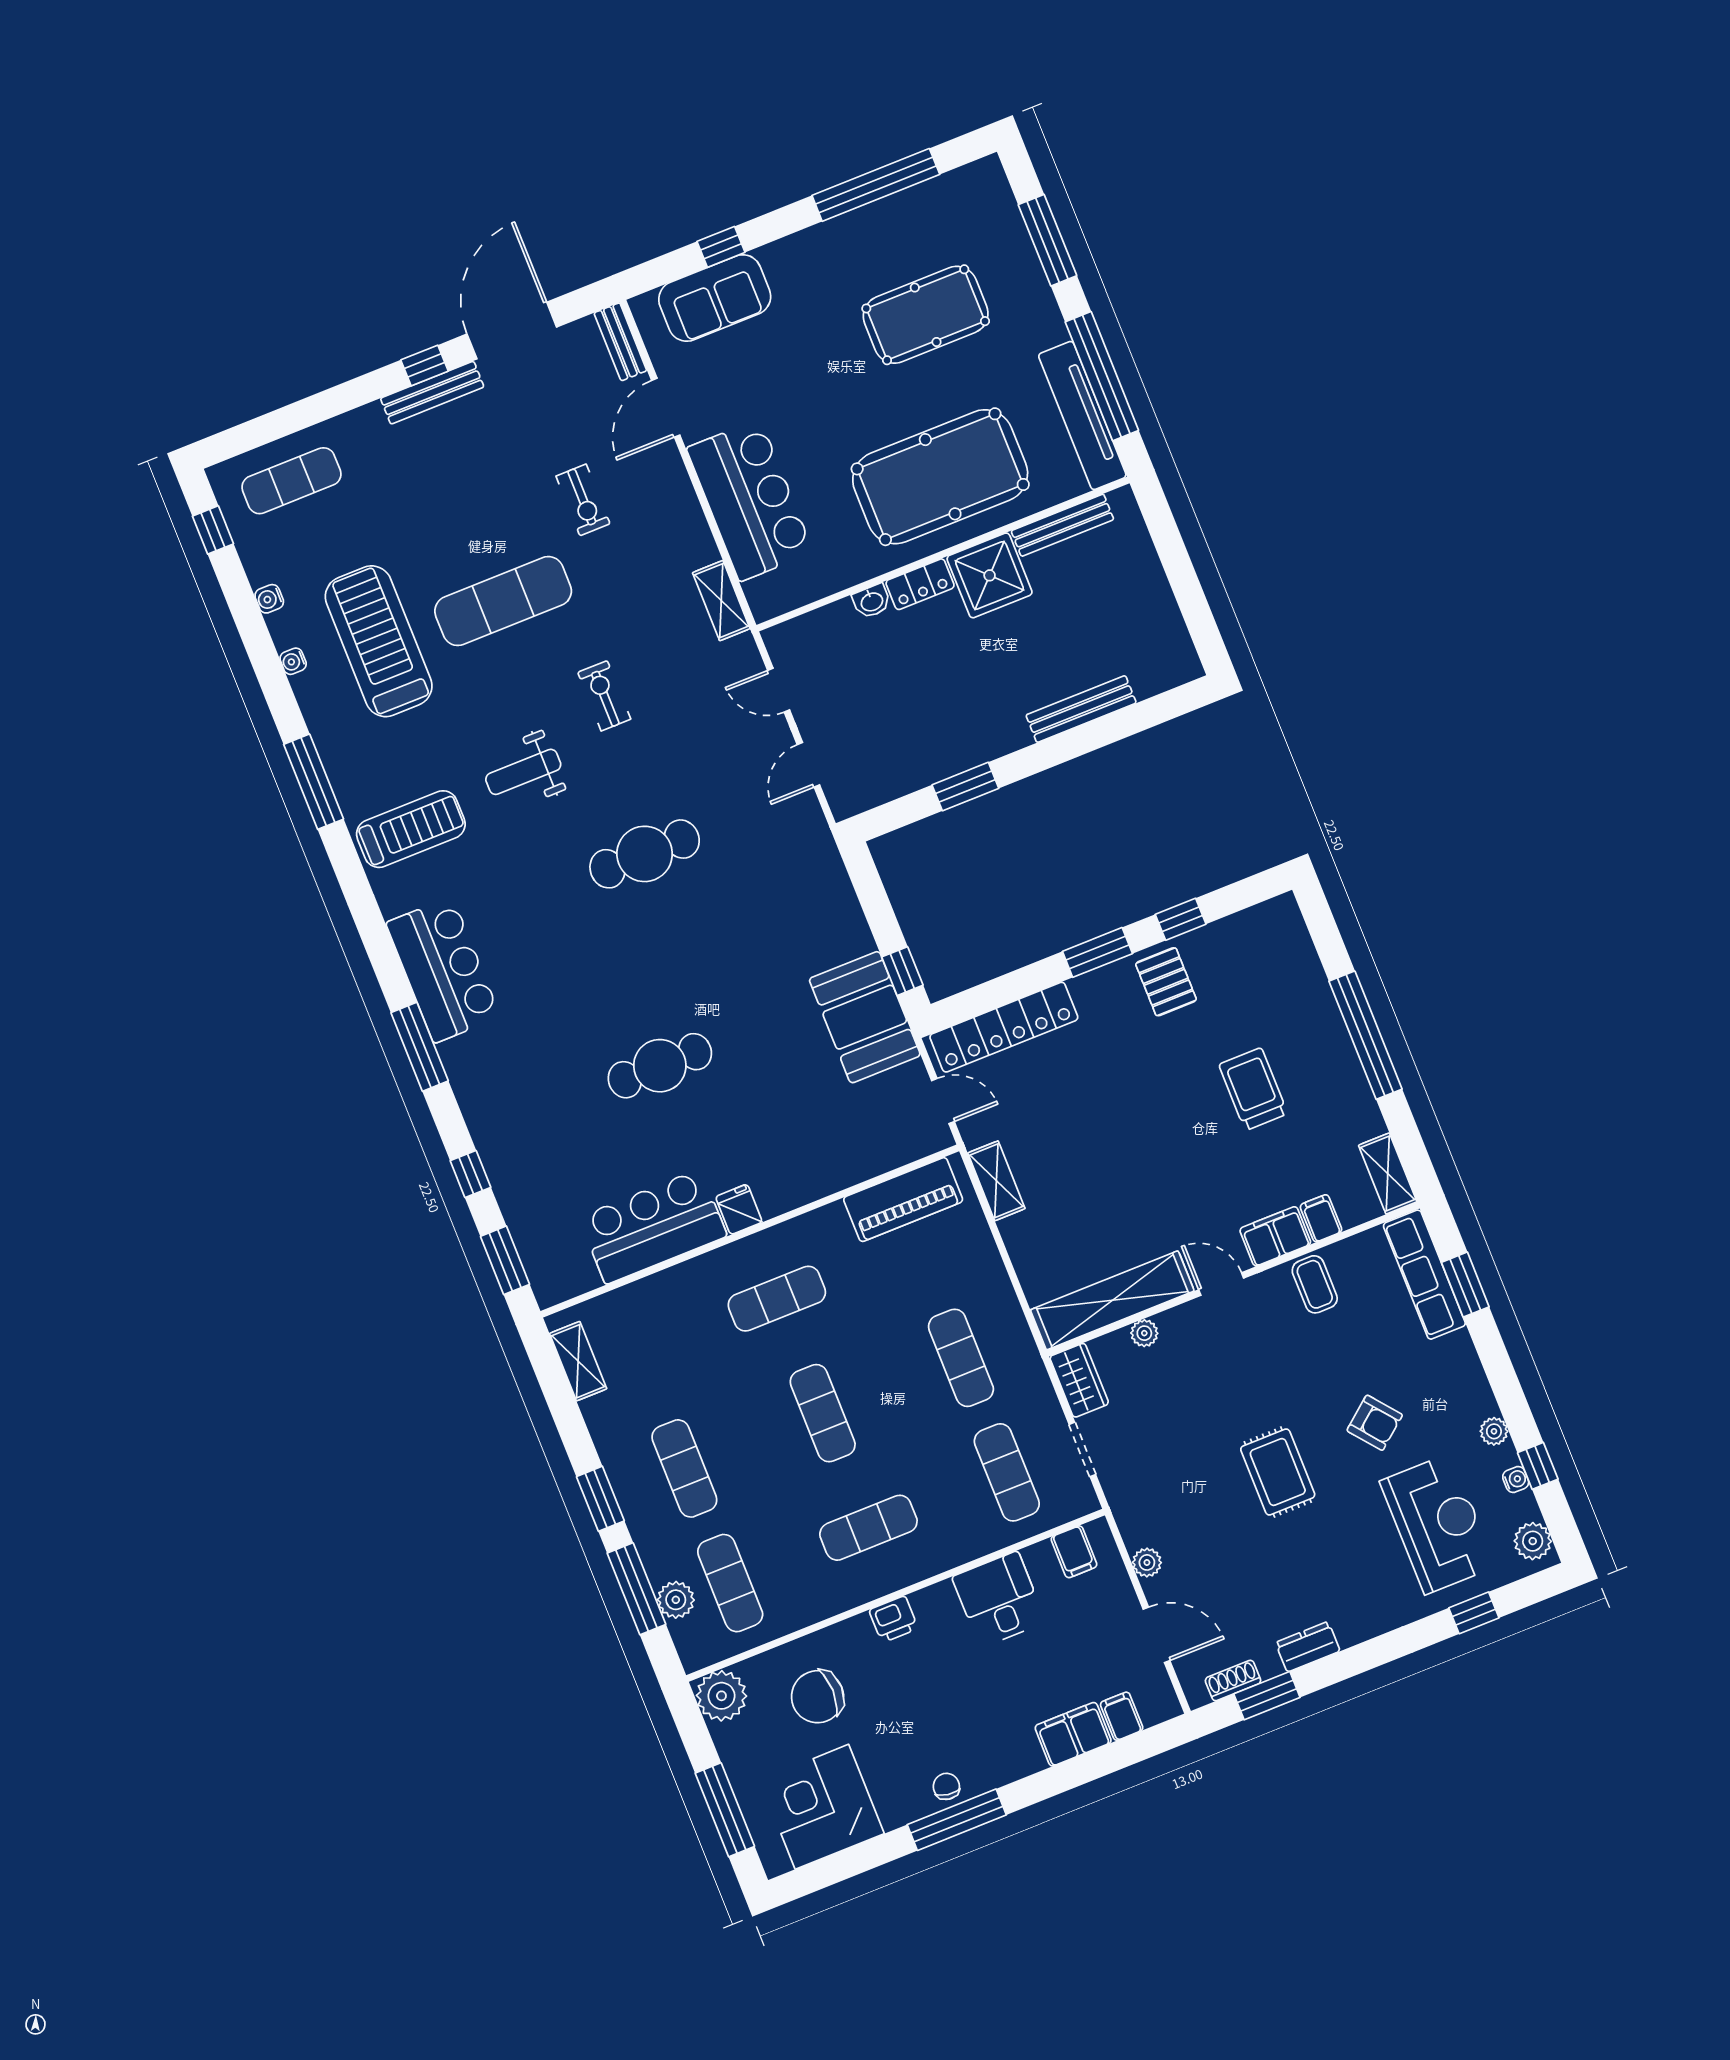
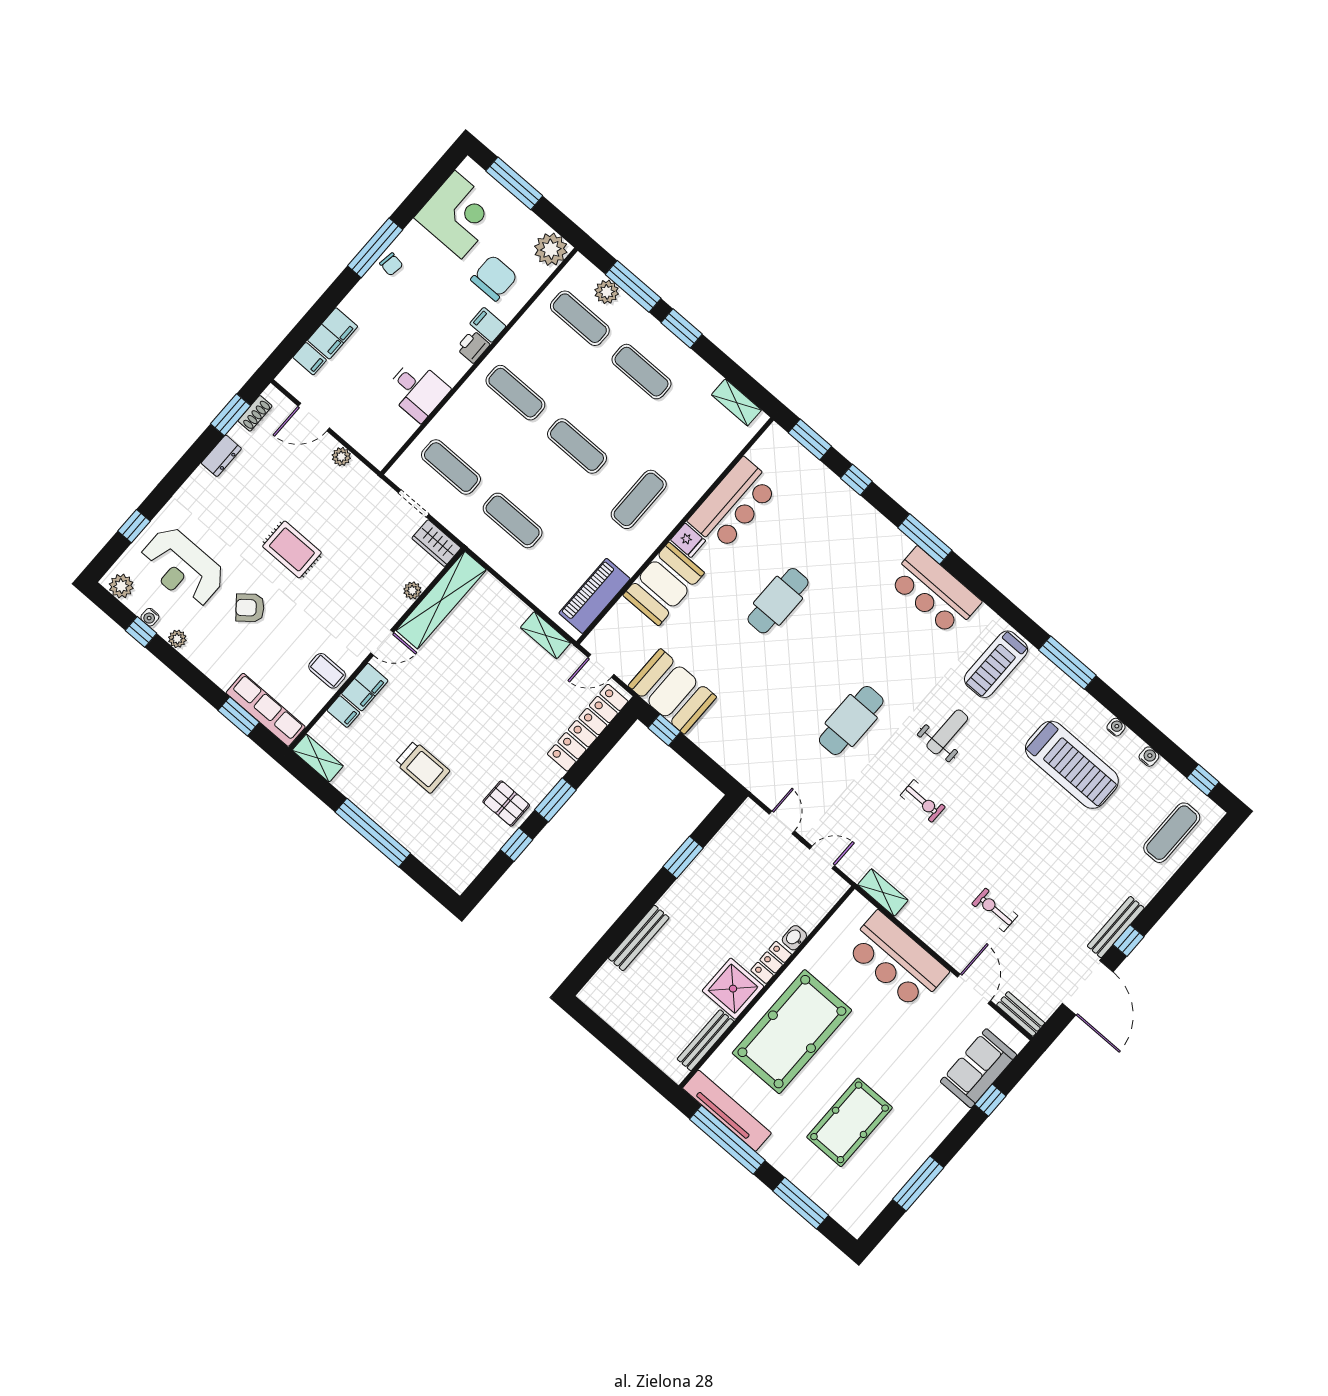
window: (876, 185) -> (918, 1183), width x0.68
exercise mat: (503, 601) -> (1011, 826), removed
booth: (802, 1168) -> (664, 584), added
exercise mat: (868, 1528) -> (515, 393), turned 90
filing cabinet: (1074, 1552) -> (488, 325), moved

